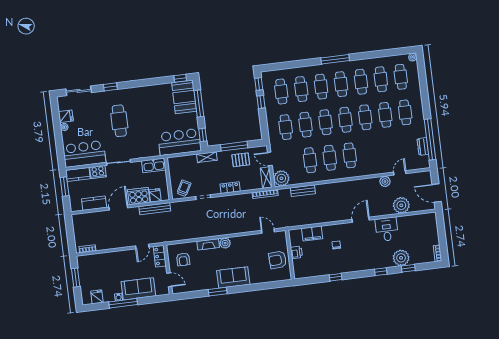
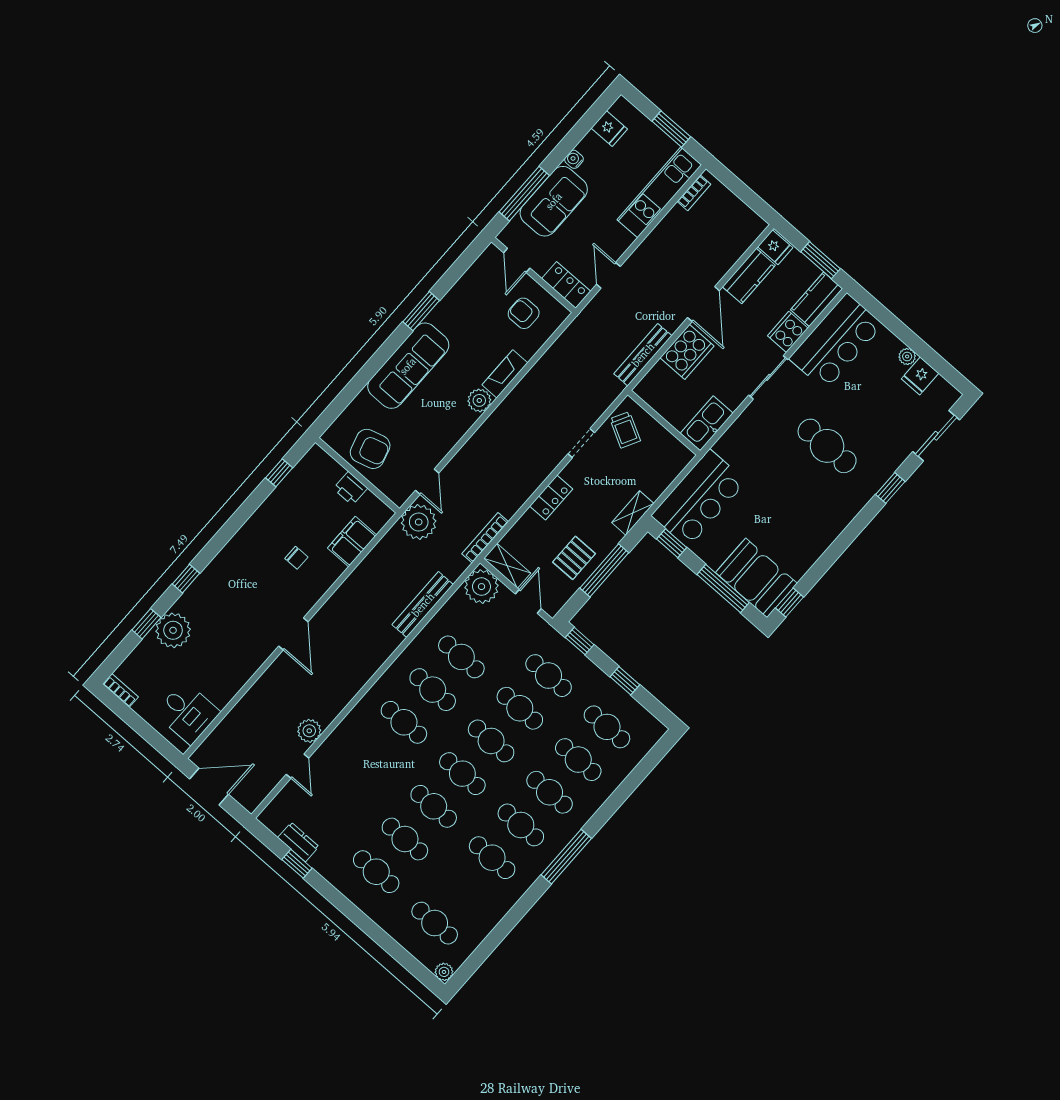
cafe table: (381, 79) -> (463, 890), removed
window: (259, 84) -> (580, 641), moved
window: (430, 139) -> (297, 864), width x0.32
door: (270, 159) -> (528, 601), hinge flipped
bench: (303, 191) -> (423, 605), width x1.36
fridge: (155, 195) -> (775, 247), moved
plant: (401, 205) -> (419, 522), moved
desk: (387, 229) -> (187, 713), moved
door: (268, 231) -> (427, 482), hinge flipped
kitchen unit: (99, 259) -> (659, 192), added
armchair: (278, 260) -> (370, 449), turned 77
window: (336, 277) -> (279, 473), moved
sofa: (233, 278) -> (408, 366), width x1.36
door: (169, 280) -> (517, 260), hinge flipped
window: (123, 303) -> (524, 194), moved

